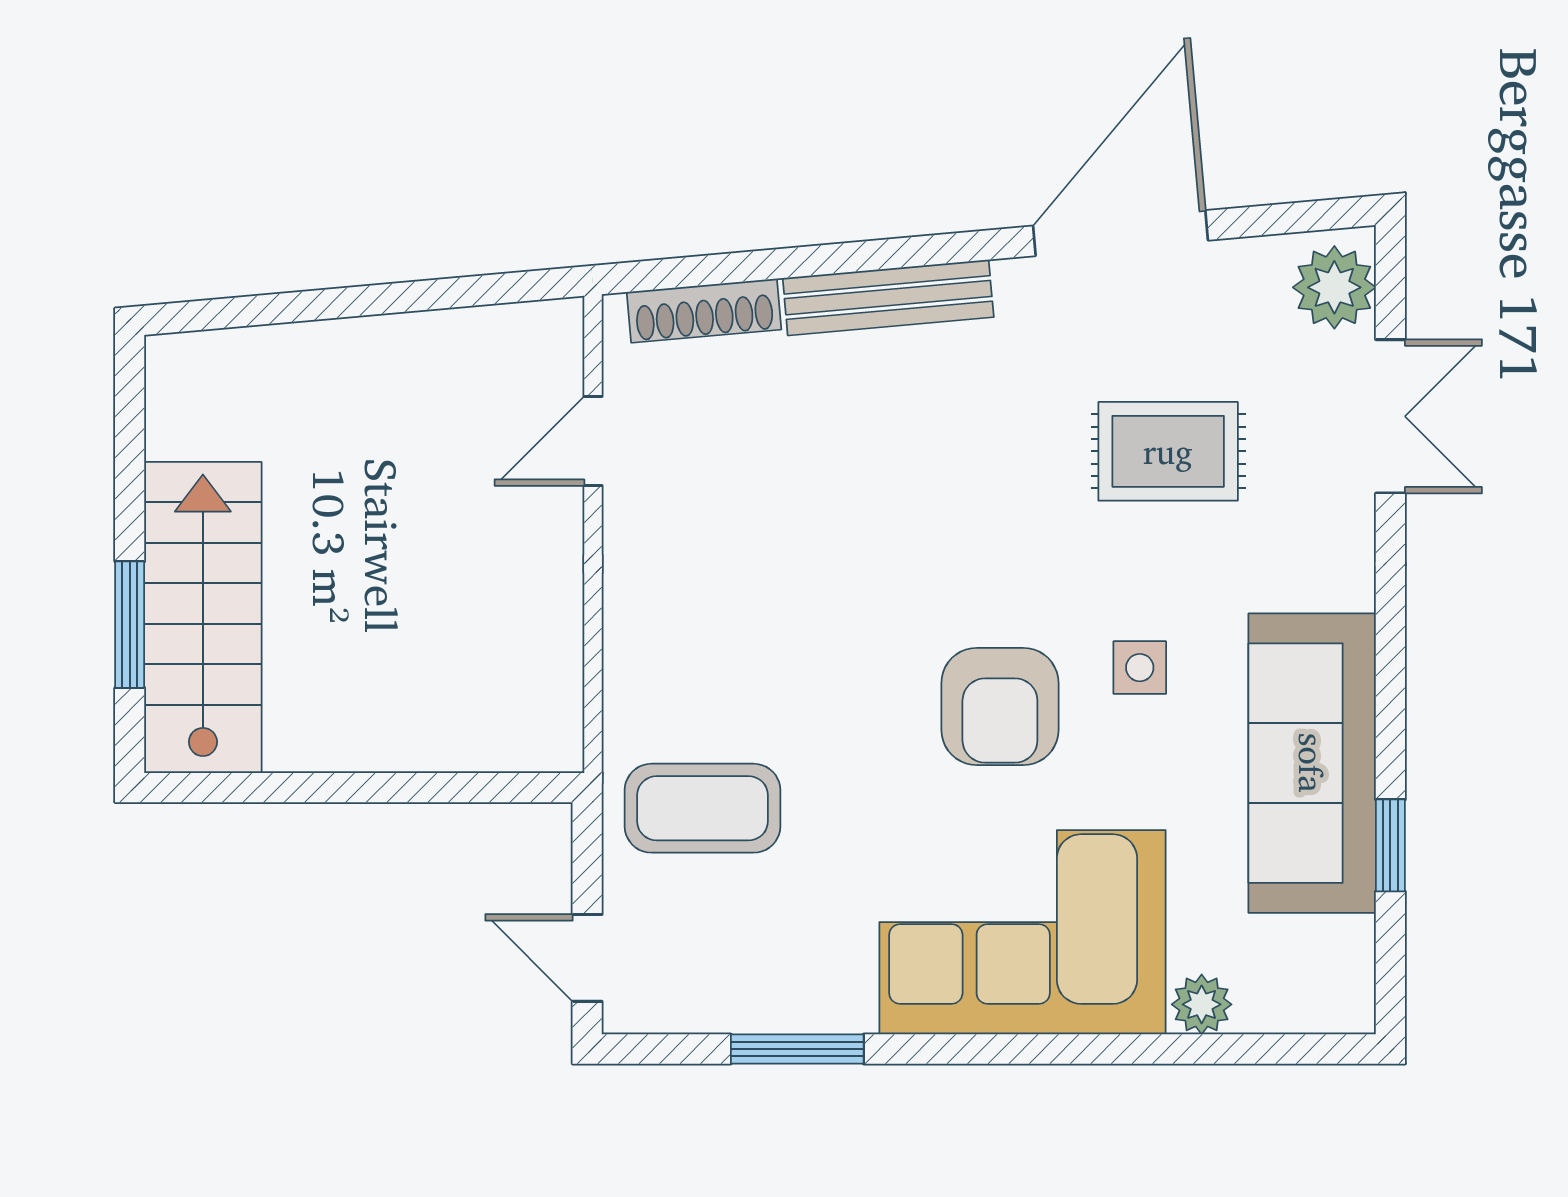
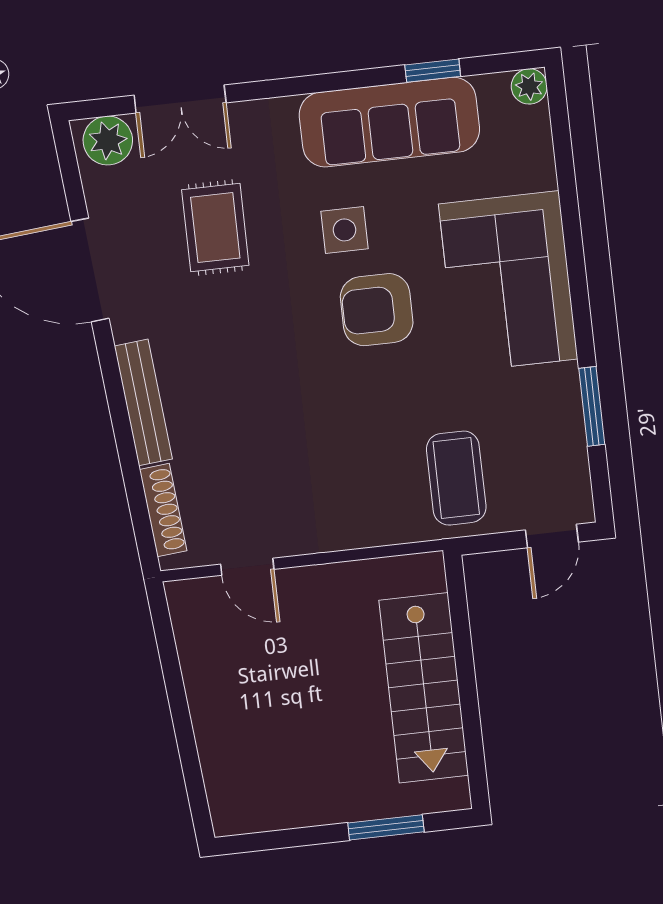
double door: (1390, 416) -> (180, 99), swing flipped
stairs: (203, 617) -> (424, 688), moved, turned -90
side table: (1140, 668) -> (345, 230), width x1.37, depth x1.37
armchair: (1000, 706) -> (377, 310), turned 180
plant: (1202, 1004) -> (529, 86), moved

